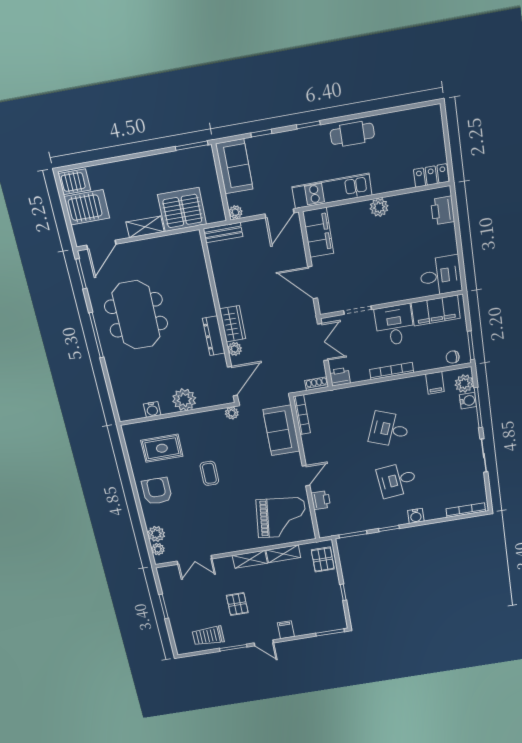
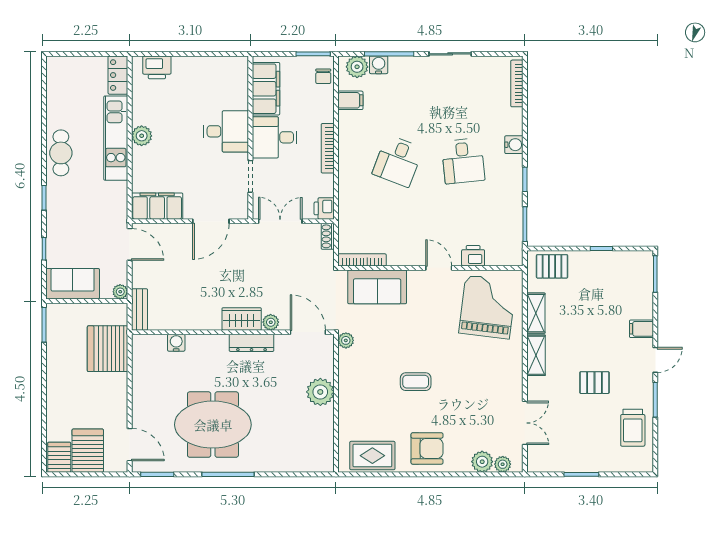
kitchen unit: (332, 191) -> (116, 138), moved
shelving: (145, 227) -> (119, 393), removed
desk: (441, 276) -> (226, 131), moved, turned 90
water cooler: (152, 409) -> (176, 343), moved, turned -90
rug: (162, 448) -> (372, 456), moved, turned 90
armchair: (157, 491) -> (427, 448), turned 180

